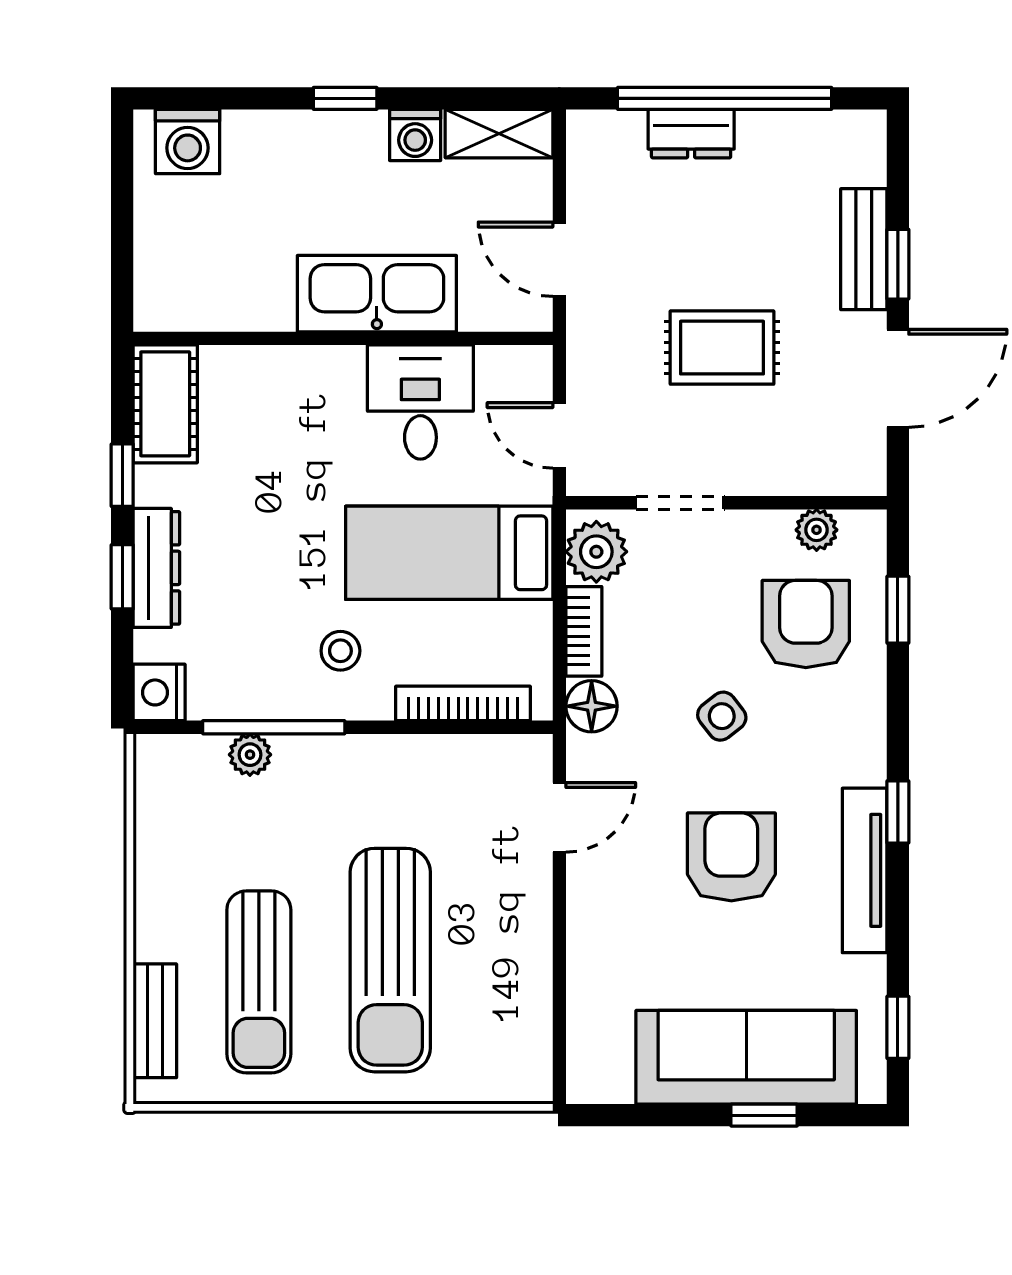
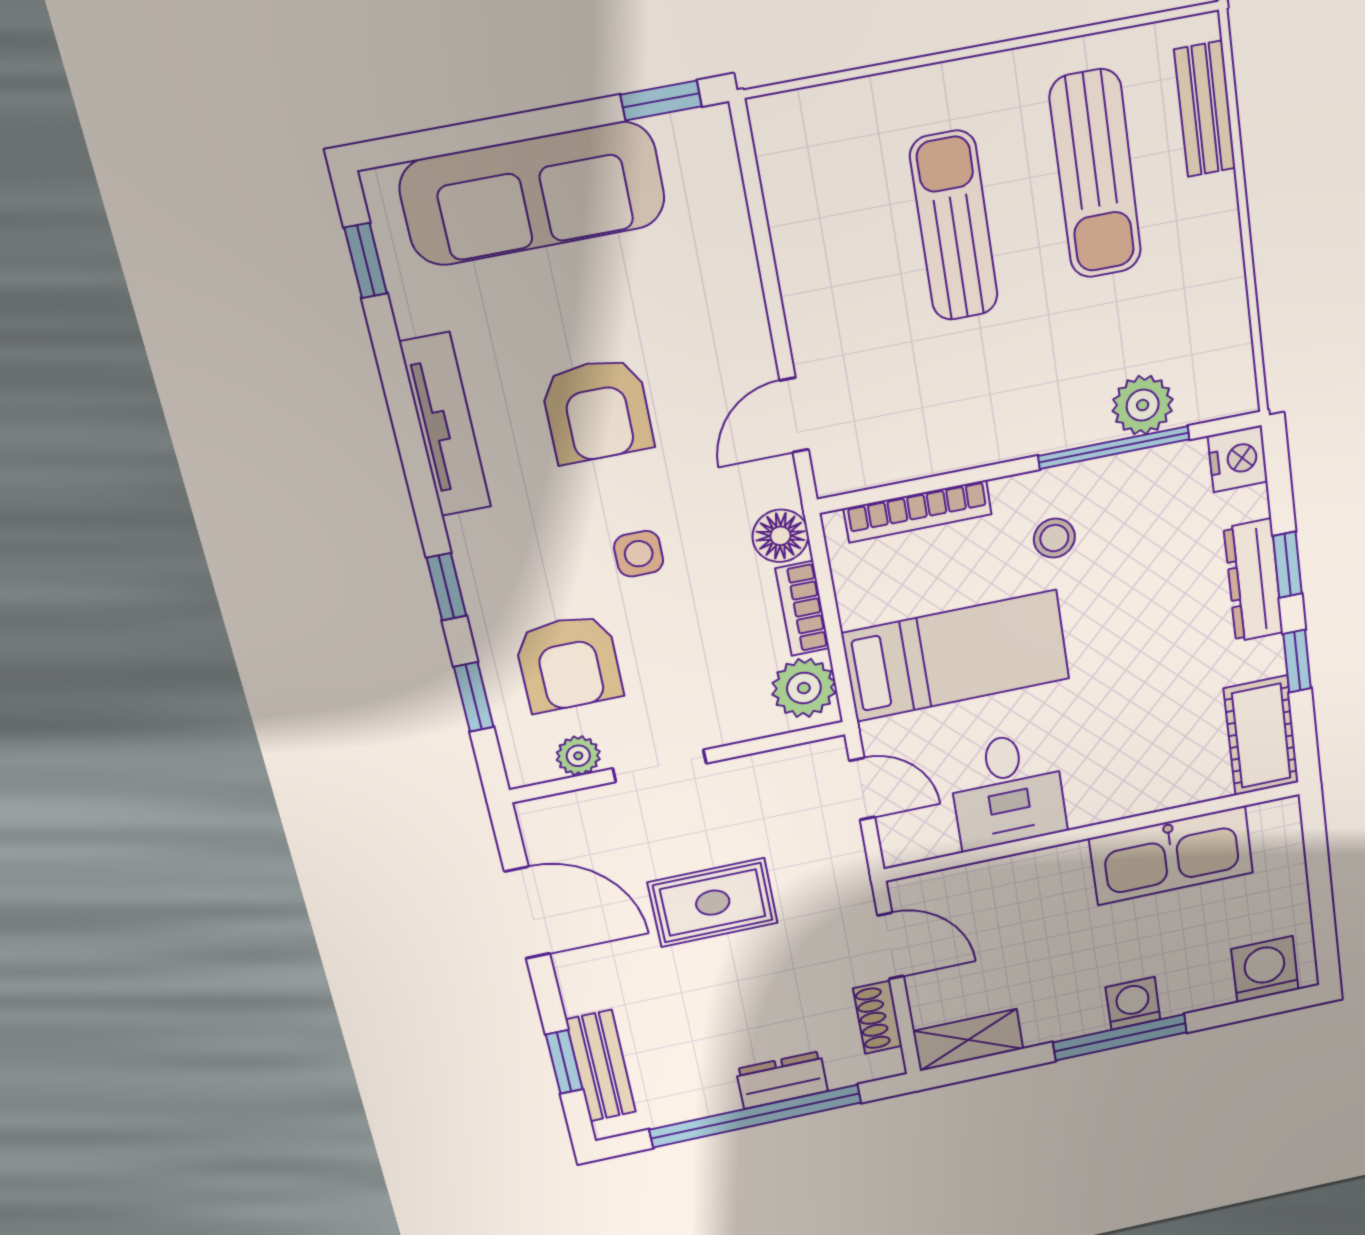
window: (345, 98) -> (1120, 1037), width x2.17
washing machine: (415, 135) -> (1133, 1003), moved
shoe rack: (585, 182) -> (878, 1017), added
bench: (864, 249) -> (601, 1066), moved
window: (898, 264) -> (564, 1062), moved
kitchen sink: (377, 294) -> (1171, 856), moved
door: (898, 378) -> (527, 913), swing flipped
doorway: (680, 503) -> (660, 766), moved
side table: (722, 716) -> (639, 554), turned 38
plant: (250, 755) -> (1143, 405), width x1.38, depth x1.38
window: (898, 812) -> (446, 587), moved
sun lounger: (390, 960) -> (954, 226), width x0.73, depth x0.75
sun lounger: (259, 982) -> (1096, 174), turned 180
window: (764, 1115) -> (661, 100), moved

